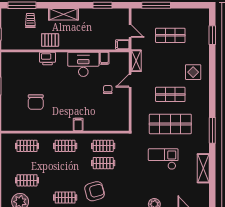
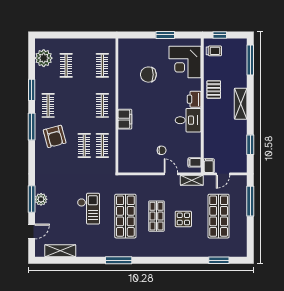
trolley: (30, 21) -> (214, 51), moved
shop shelf: (170, 35) -> (219, 216), width x1.43, depth x1.36
filing cabinet: (104, 58) -> (195, 162), moved
printer: (47, 59) -> (194, 99), moved
desk: (83, 64) -> (188, 120), width x0.73
corner desk: (24, 67) -> (185, 62), added
display table: (193, 72) -> (183, 219), moved
filing cabinet: (78, 124) -> (125, 119), width x2.00
shelving: (203, 168) -> (60, 251), moved

